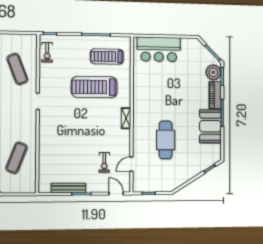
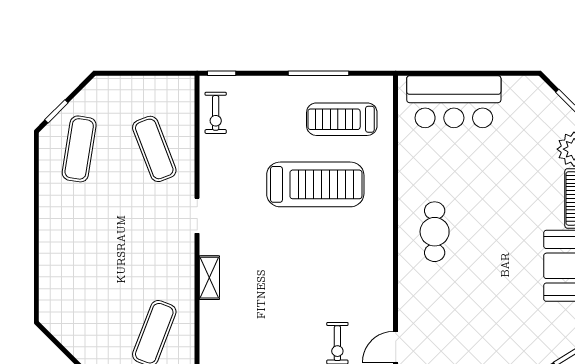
treadmill: (94, 87) -> (315, 184), turned 180
shelving: (126, 118) -> (209, 278), moved
cafe table: (166, 140) -> (435, 232), moved, width x0.73, depth x0.74

